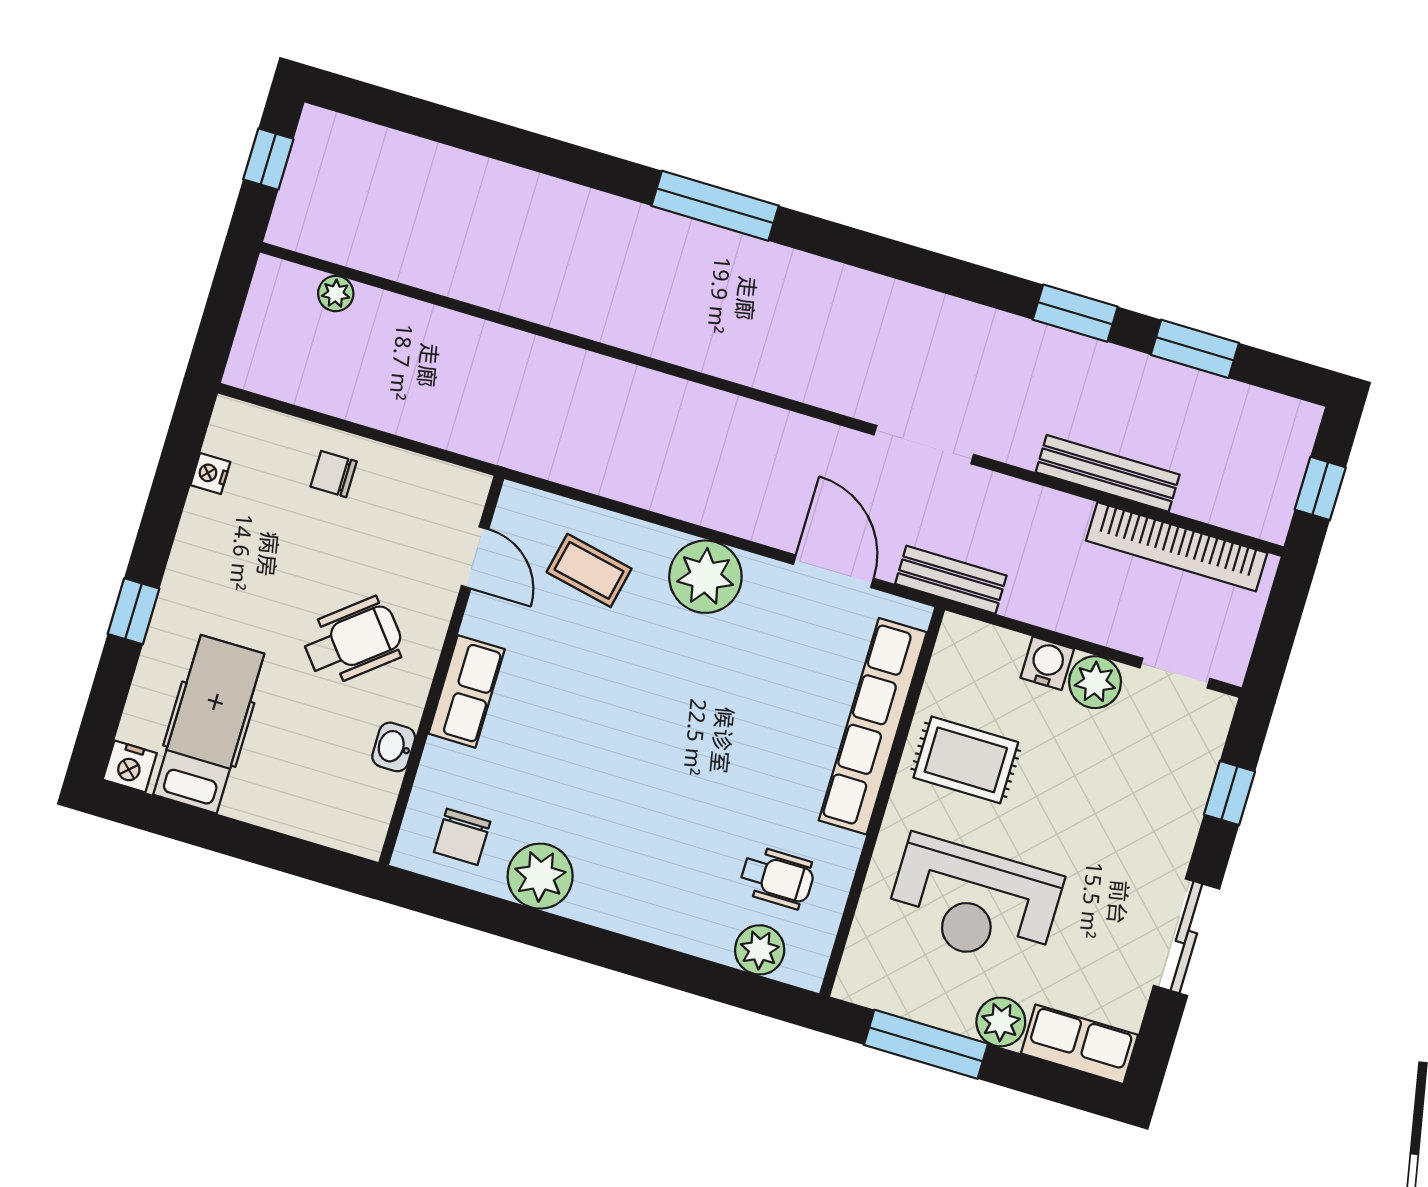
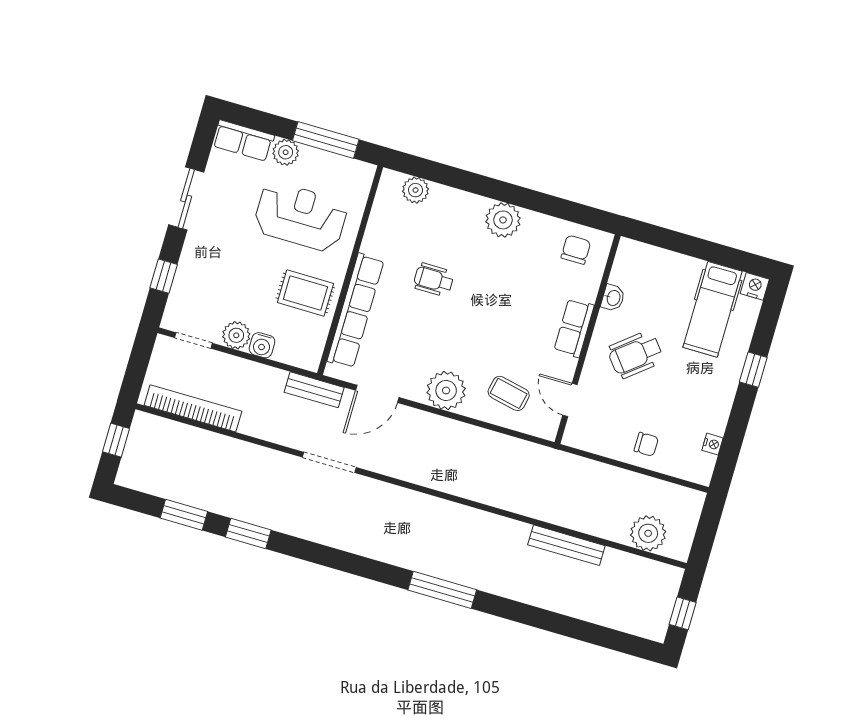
plant: (336, 294) -> (648, 533), width x1.88, depth x1.88
bench: (1108, 473) -> (566, 545), moved
door: (833, 571) -> (377, 394), hinge flipped
plant: (540, 876) -> (503, 220), moved
wheelchair: (777, 878) -> (434, 280), moved

